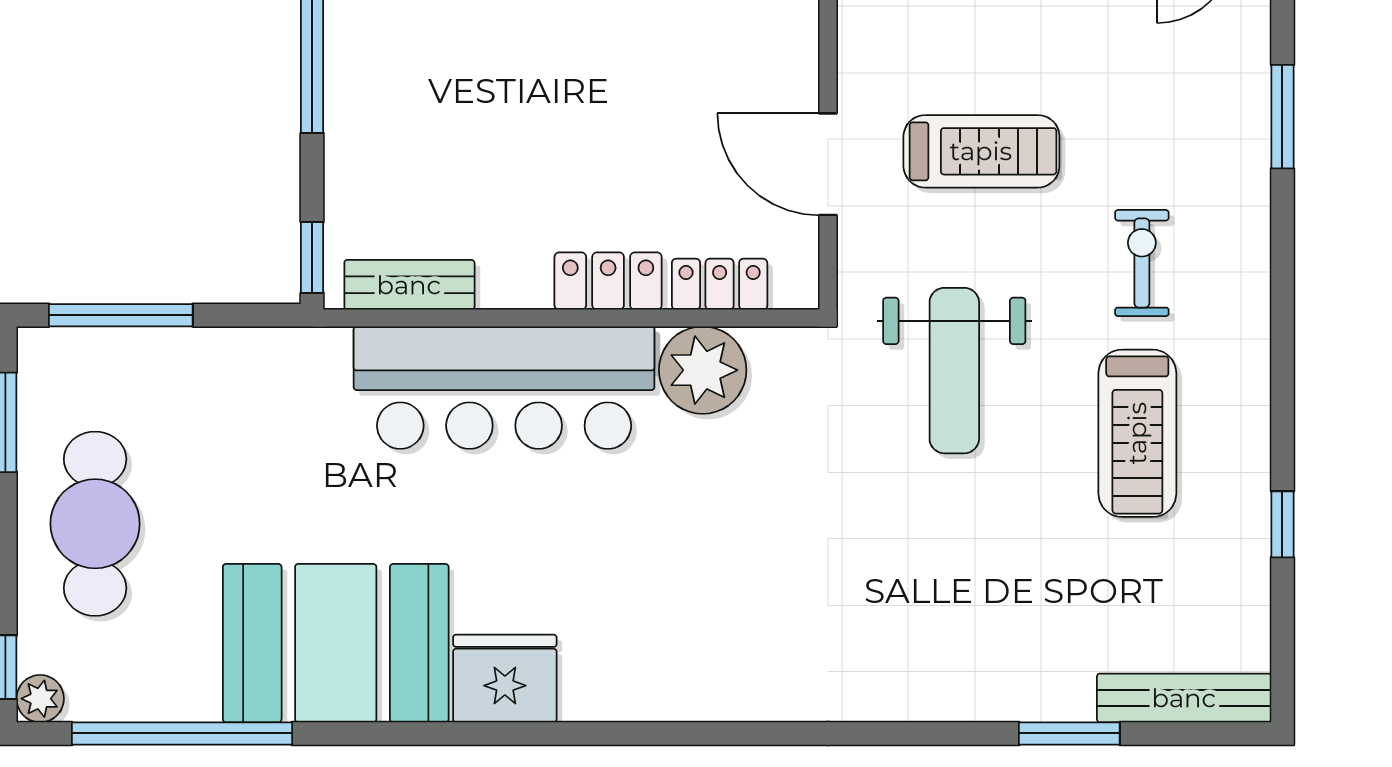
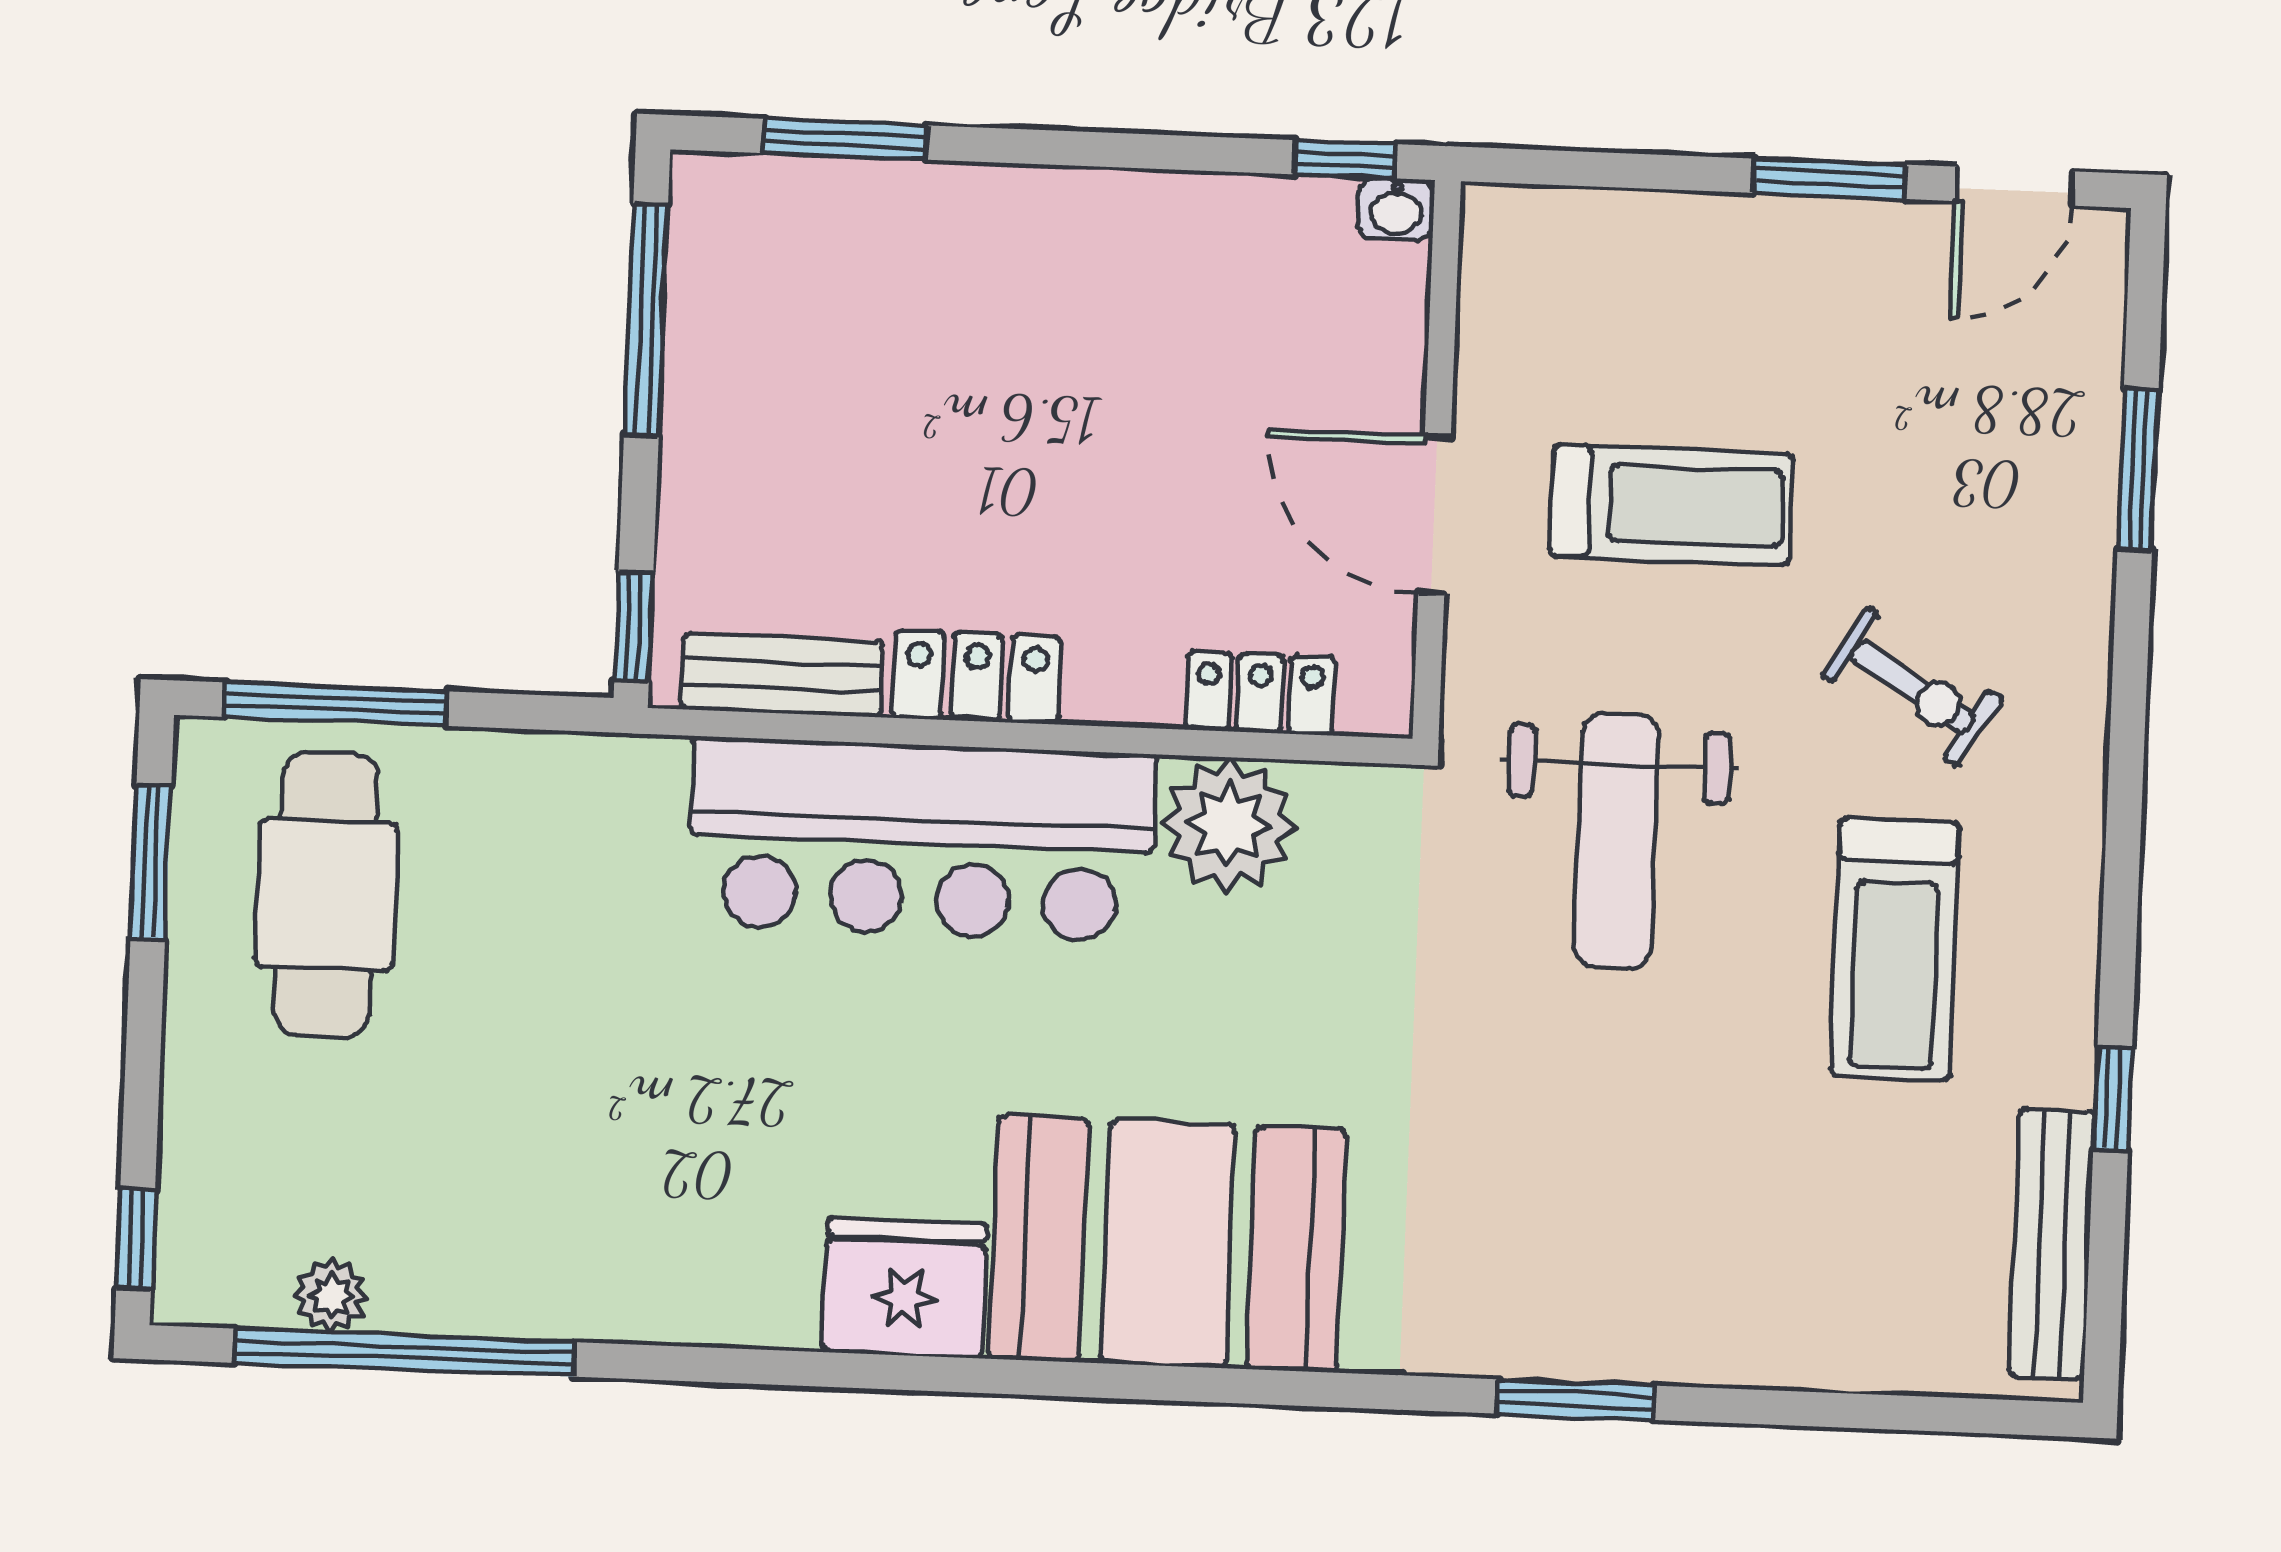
exercise bike: (1142, 263) -> (1912, 687), turned 122
locker: (608, 281) -> (977, 677), moved
cafe table: (95, 524) -> (326, 895), moved
booth: (336, 643) -> (1168, 1244), moved
bench: (1184, 698) -> (2052, 1244), moved, turned 90
plant: (40, 699) -> (331, 1296), moved
window: (1069, 733) -> (1576, 1400), moved

